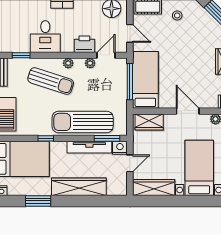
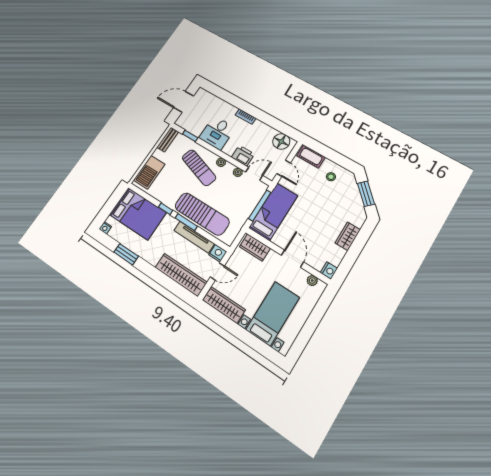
sun lounger: (83, 122) -> (202, 214), turned 180
window: (107, 138) -> (186, 222), moved
wardrobe: (79, 187) -> (181, 275), moved

